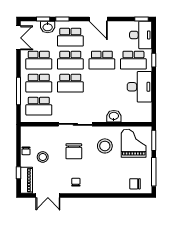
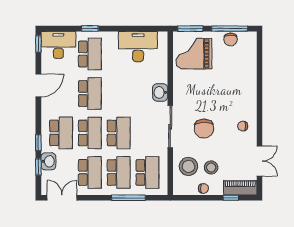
door: (98, 19) -> (38, 85), moved
desk: (139, 87) -> (138, 46), moved
washbasin: (114, 116) -> (160, 92), moved
stool: (105, 146) -> (188, 166), moved
chair: (74, 151) -> (204, 129), turned 90
chair: (135, 184) -> (231, 39), moved

